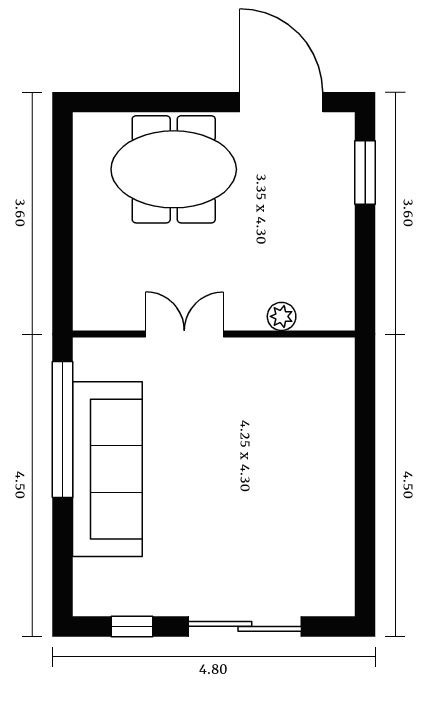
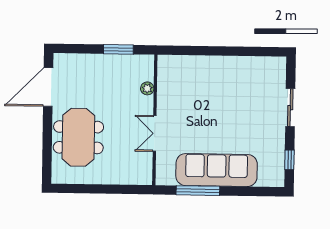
window: (365, 173) -> (118, 49), moved
window: (63, 430) -> (198, 191), width x0.68
sliding door: (245, 626) -> (290, 108), width x0.73

